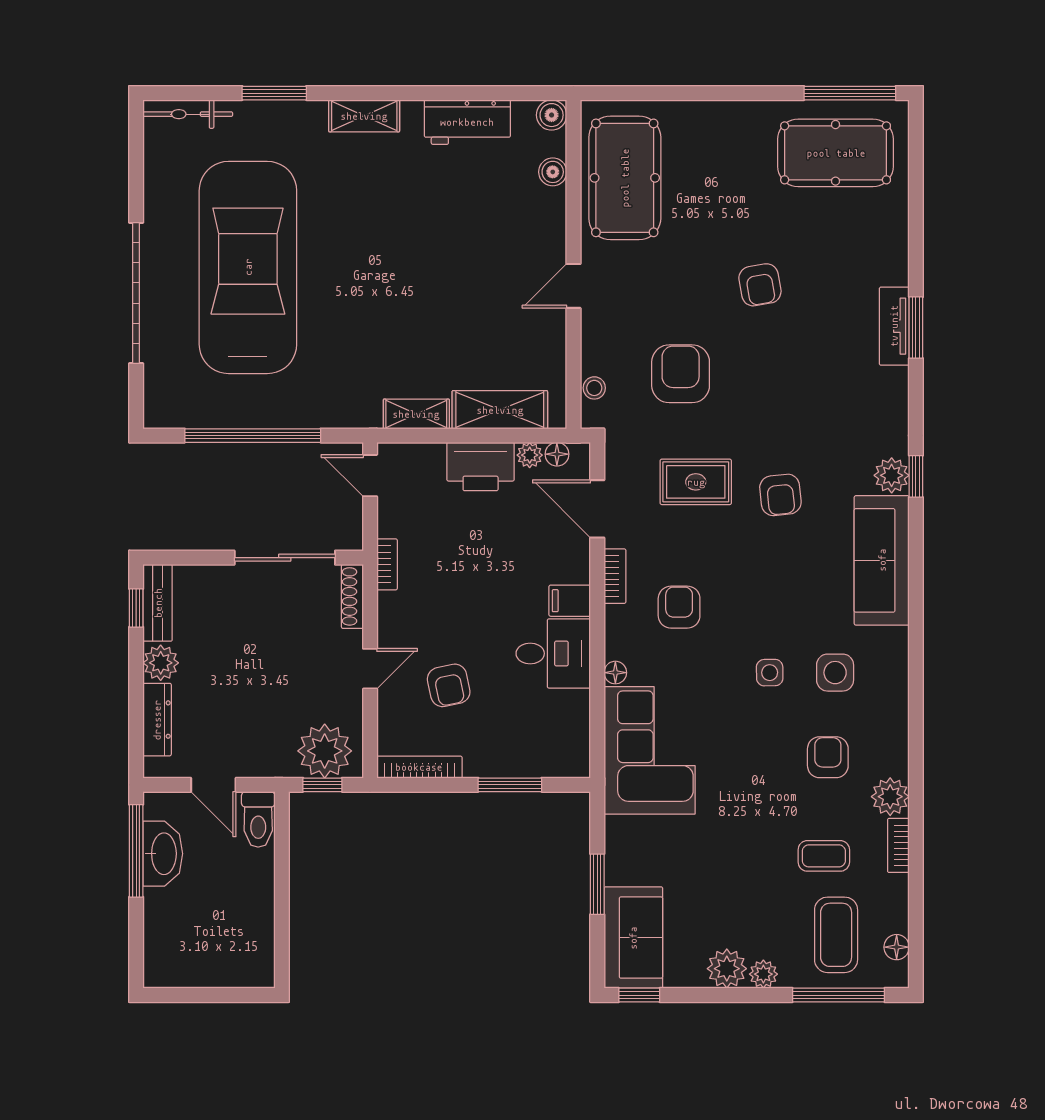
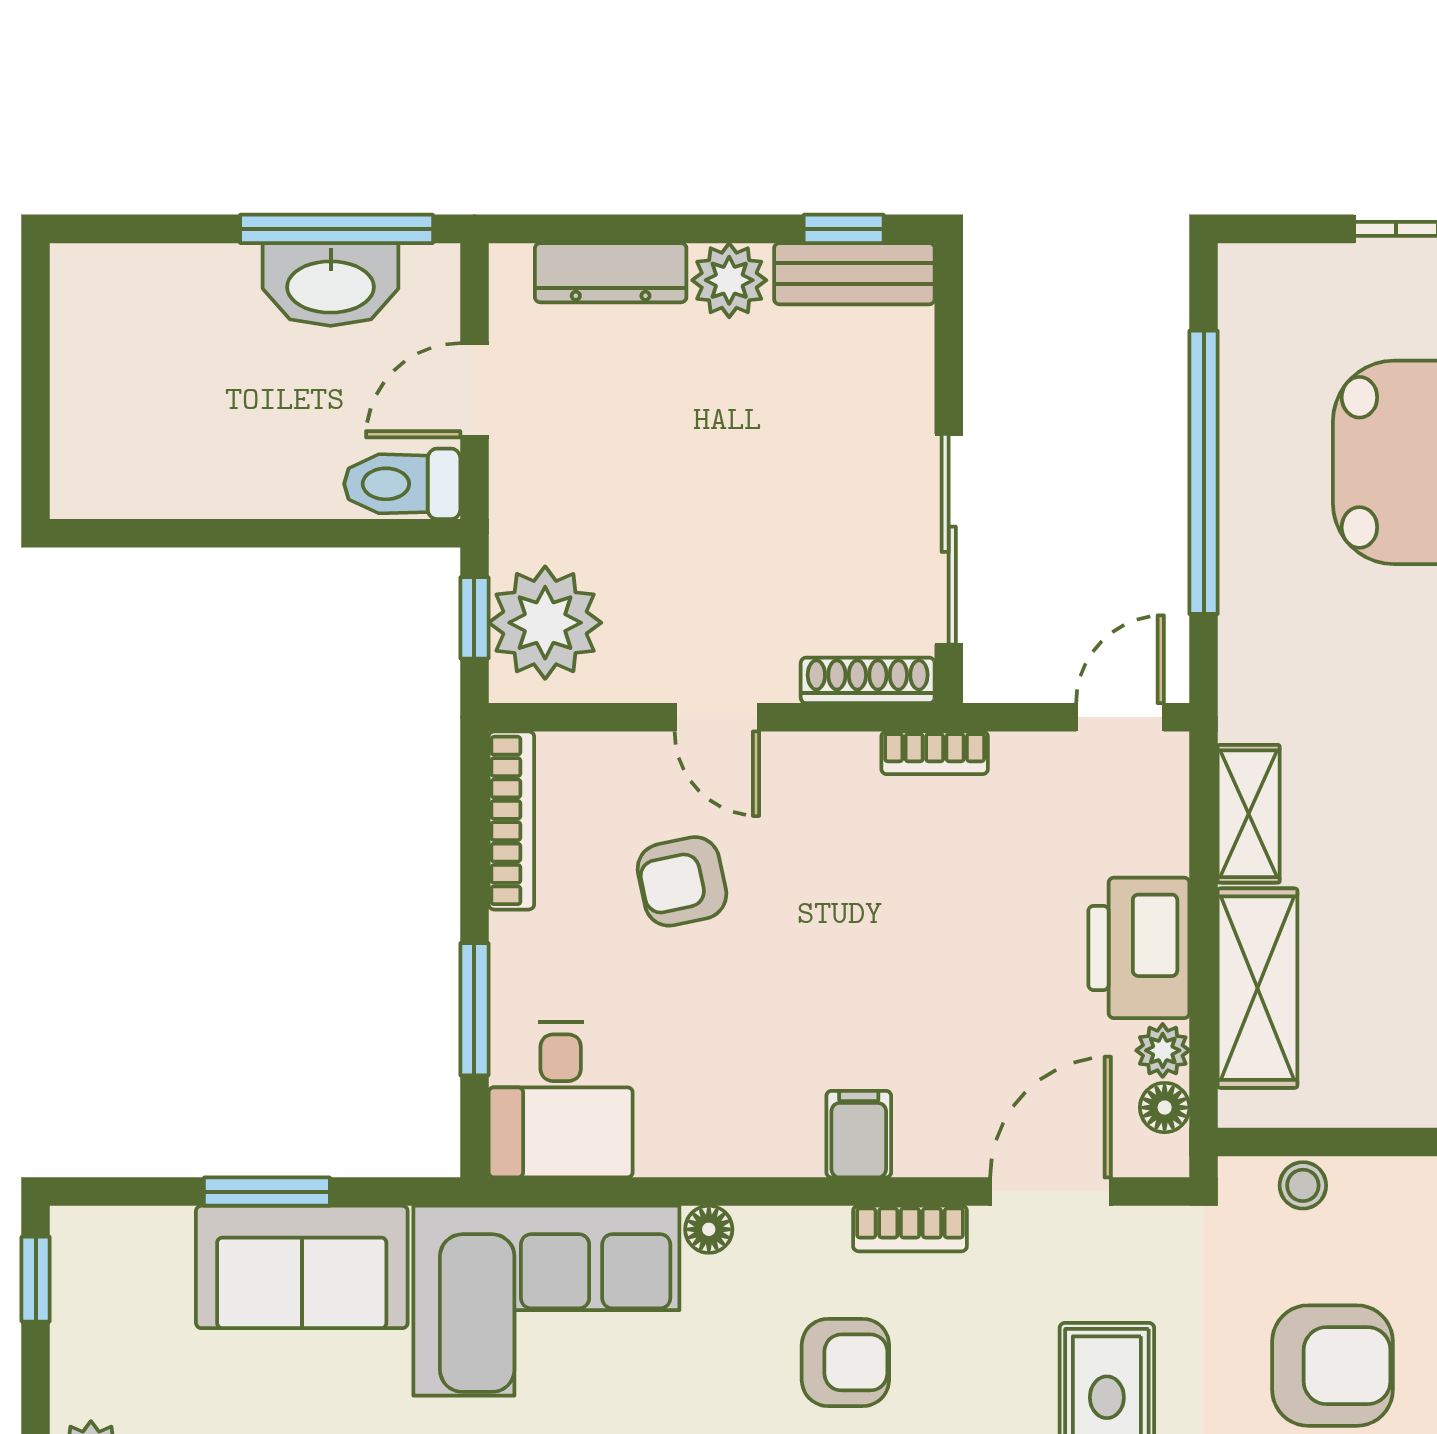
desk: (553, 653) -> (561, 1100), moved
sofa: (633, 938) -> (302, 1267), moved

